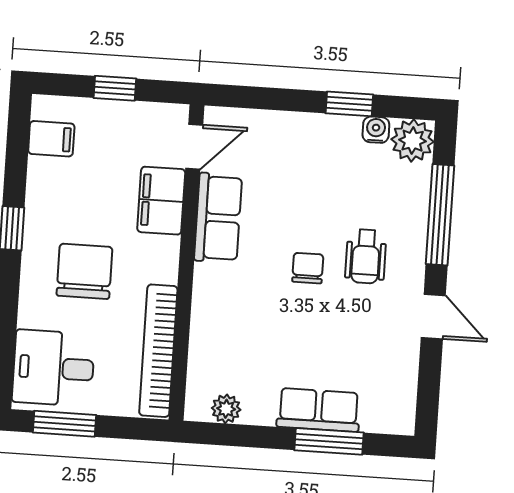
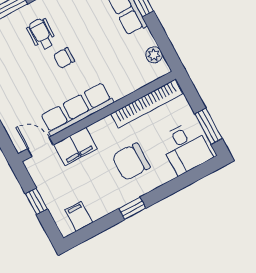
row of seats: (218, 218) -> (77, 109), width x1.48
wheelchair: (366, 257) -> (41, 34), turned -89

